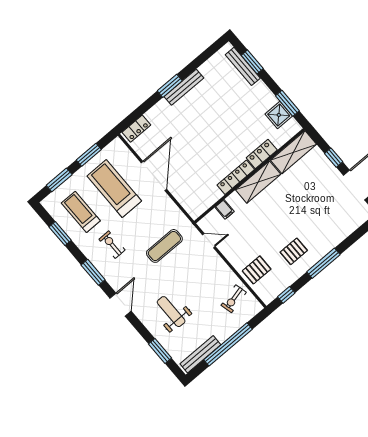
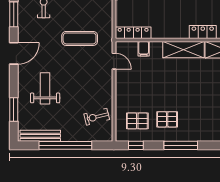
locker: (236, 177) -> (133, 33), moved
pallet: (257, 270) -> (137, 121), moved

